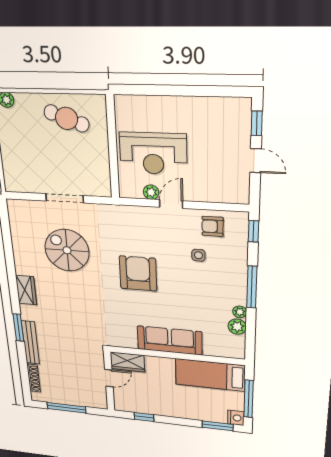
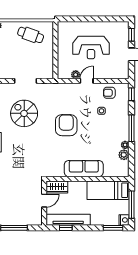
reception desk: (153, 154) -> (91, 48), moved
tv unit: (147, 407) -> (68, 220), added

